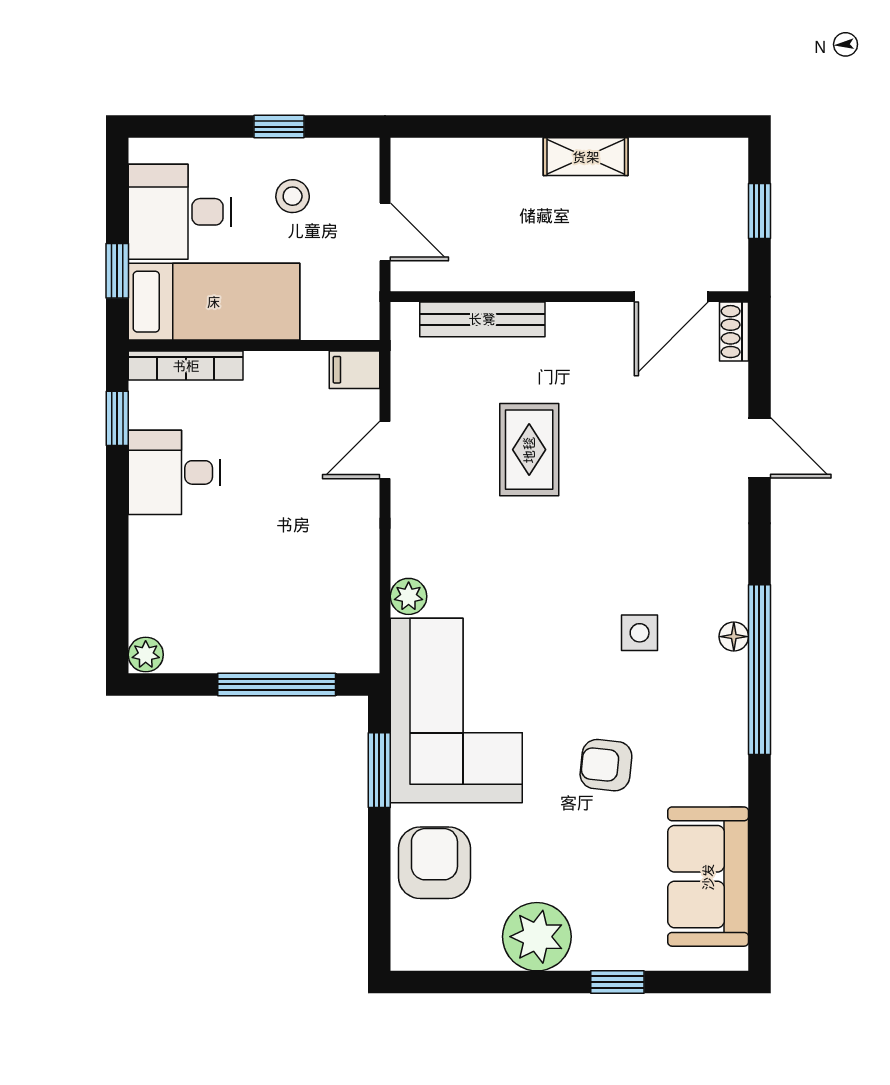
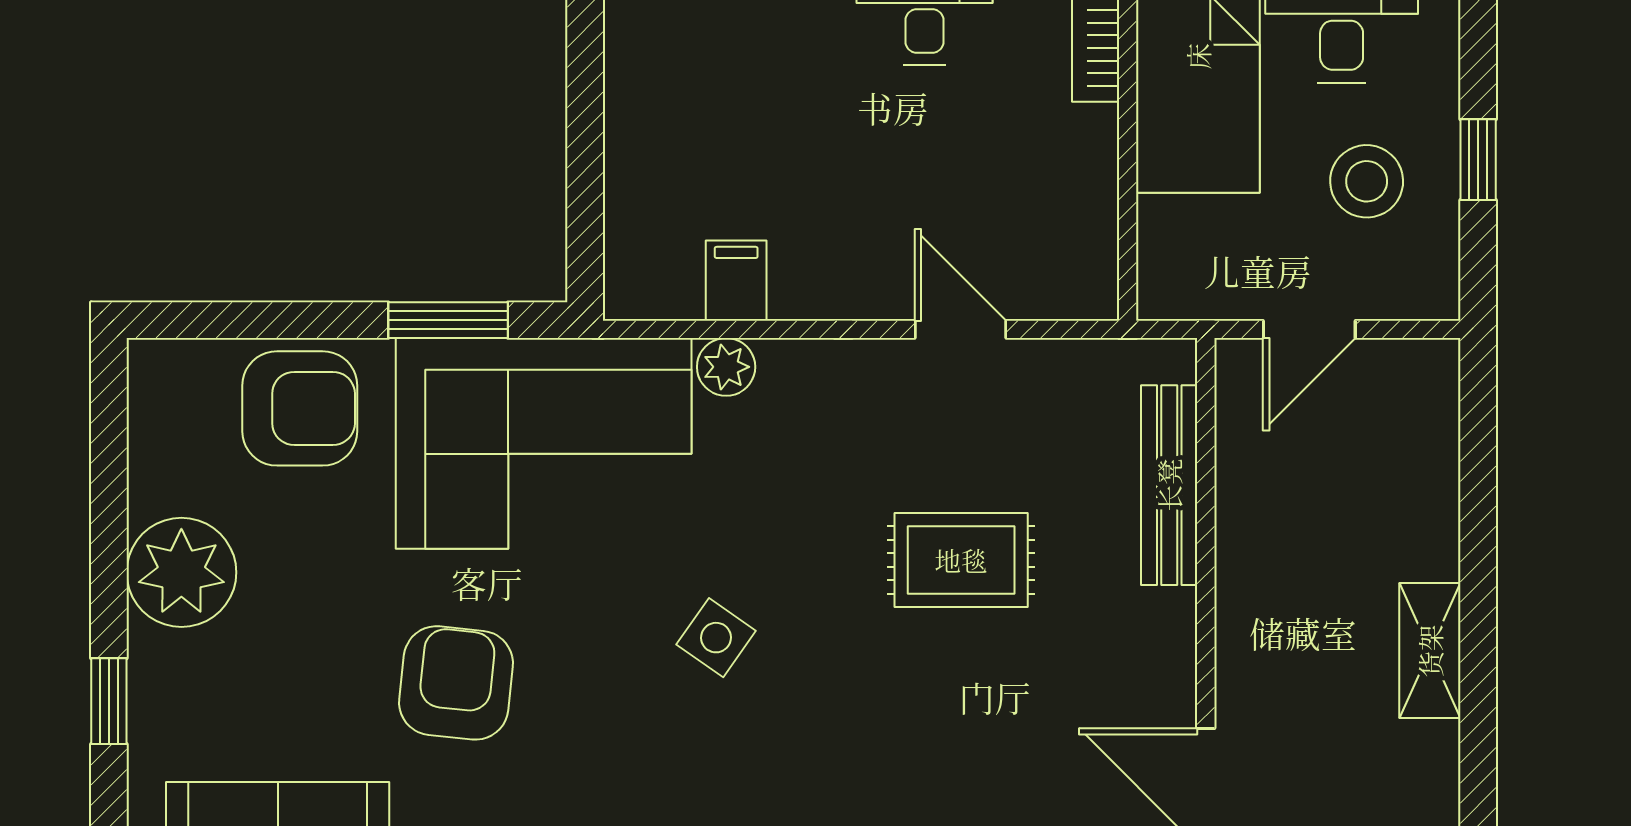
stool: (293, 196) -> (1367, 181), width x1.37, depth x1.37
filing cabinet: (355, 370) -> (736, 281), moved
side table: (640, 633) -> (716, 638), moved, turned 35
window: (277, 684) -> (585, 156), removed
armchair: (606, 765) -> (456, 683), width x1.38, depth x1.38

